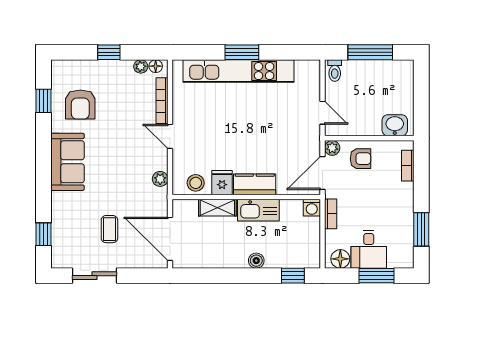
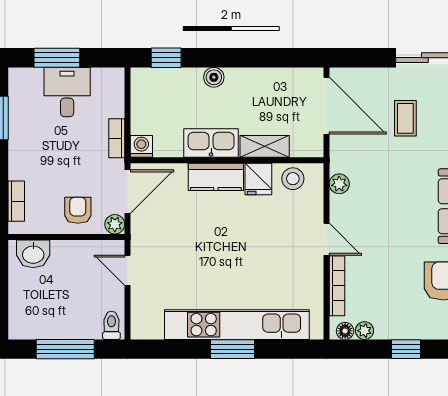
armchair: (361, 159) -> (78, 210), turned 90
floor lamp: (340, 259) -> (104, 80), removed

